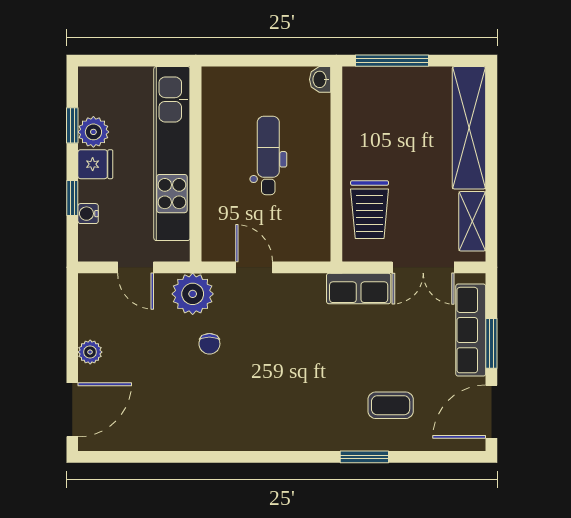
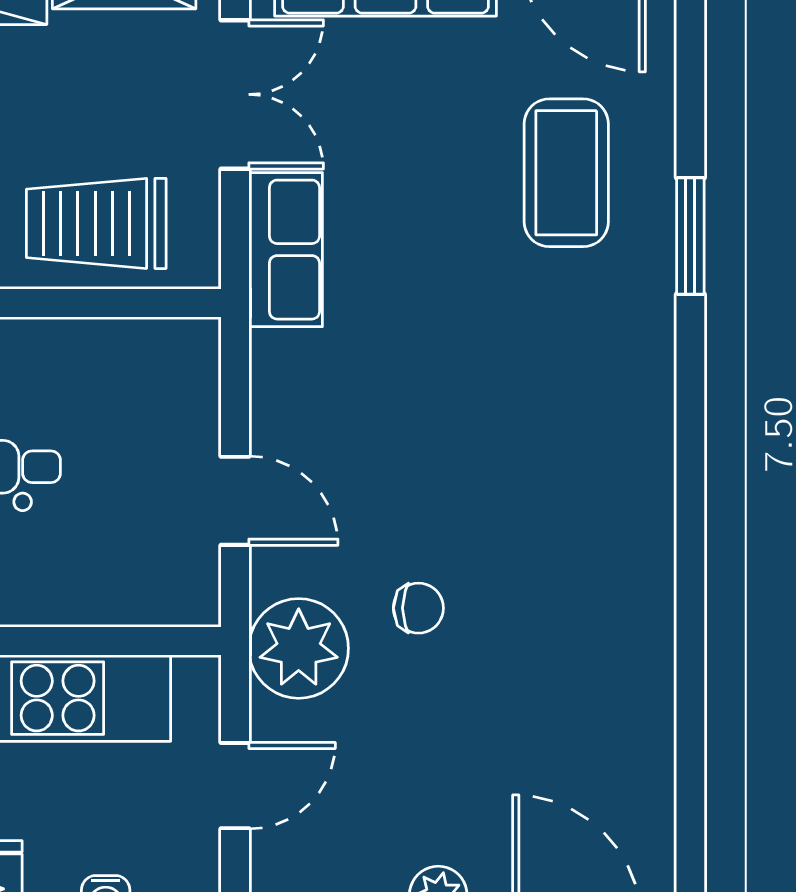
trolley: (370, 210) -> (96, 223), turned 180
door: (254, 267) -> (235, 501), swing flipped
coffee table: (391, 405) -> (566, 173), width x1.36, depth x1.30

